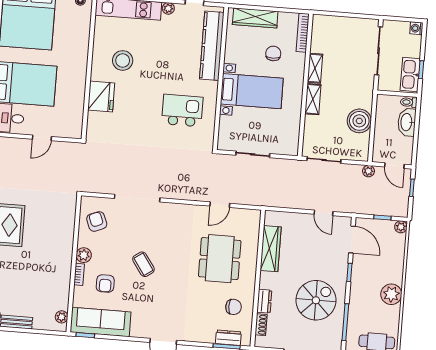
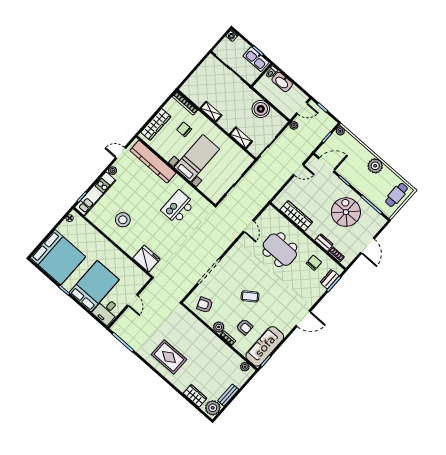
fridge: (101, 97) -> (146, 259), moved
shelving: (313, 99) -> (241, 138), moved

